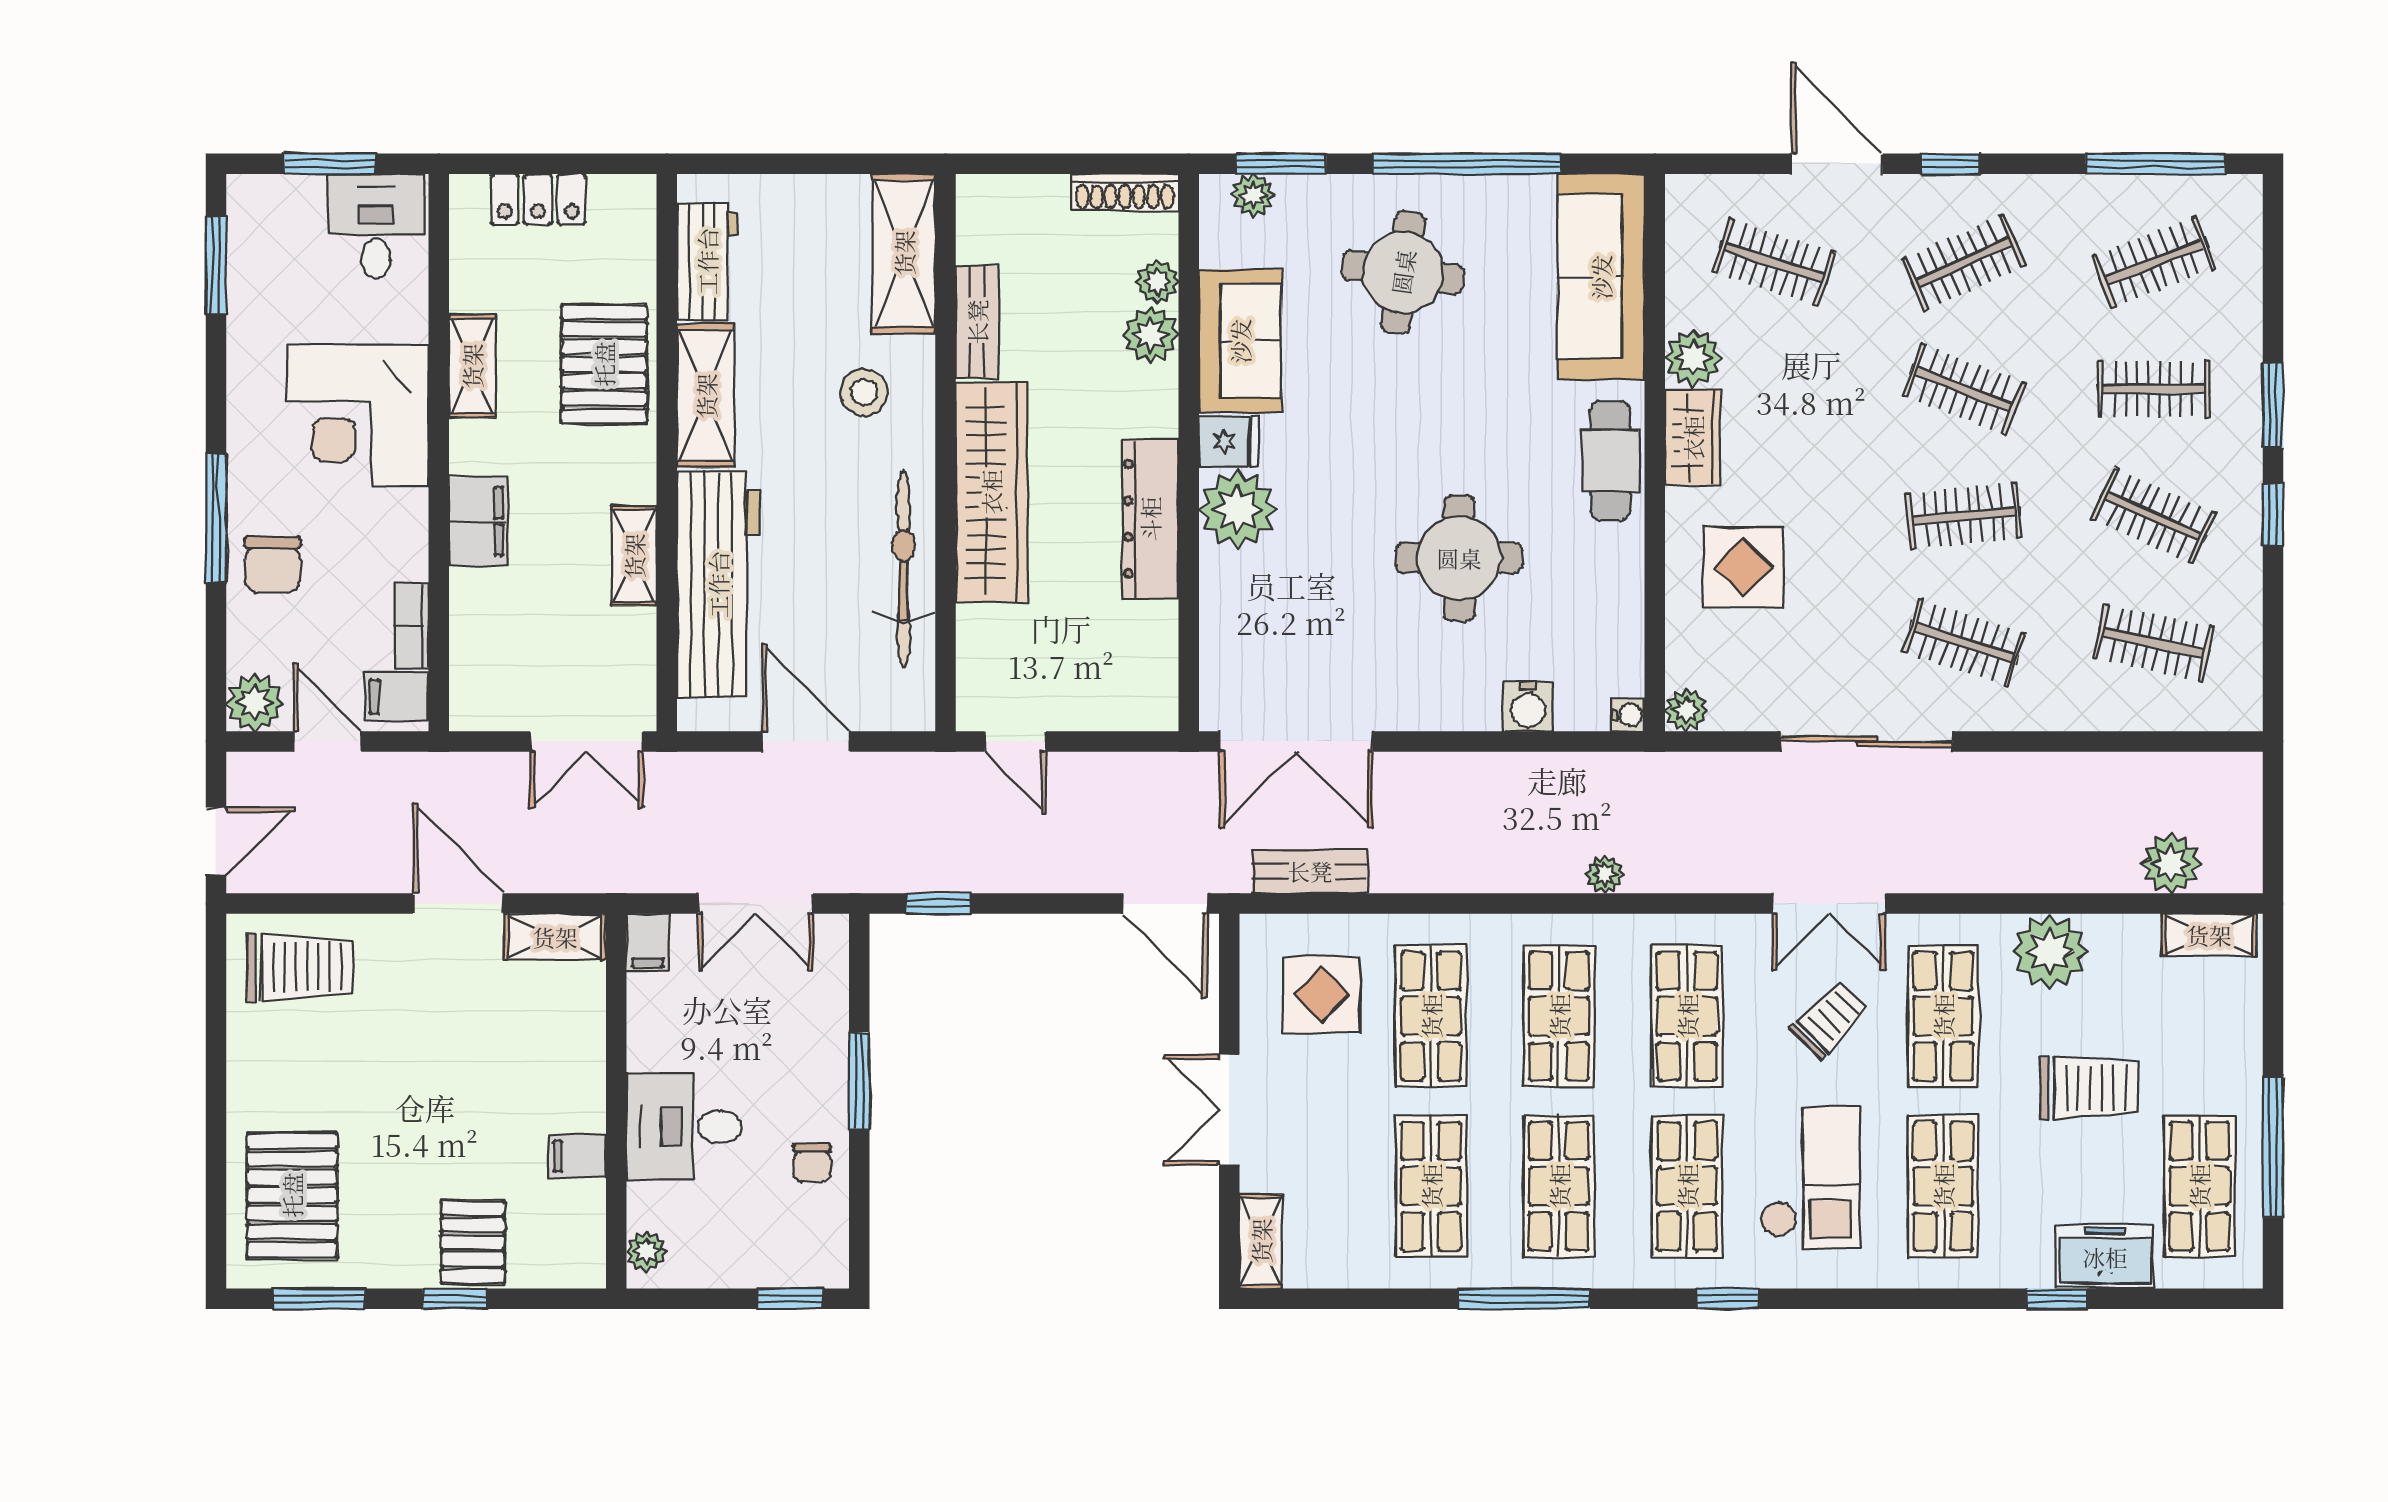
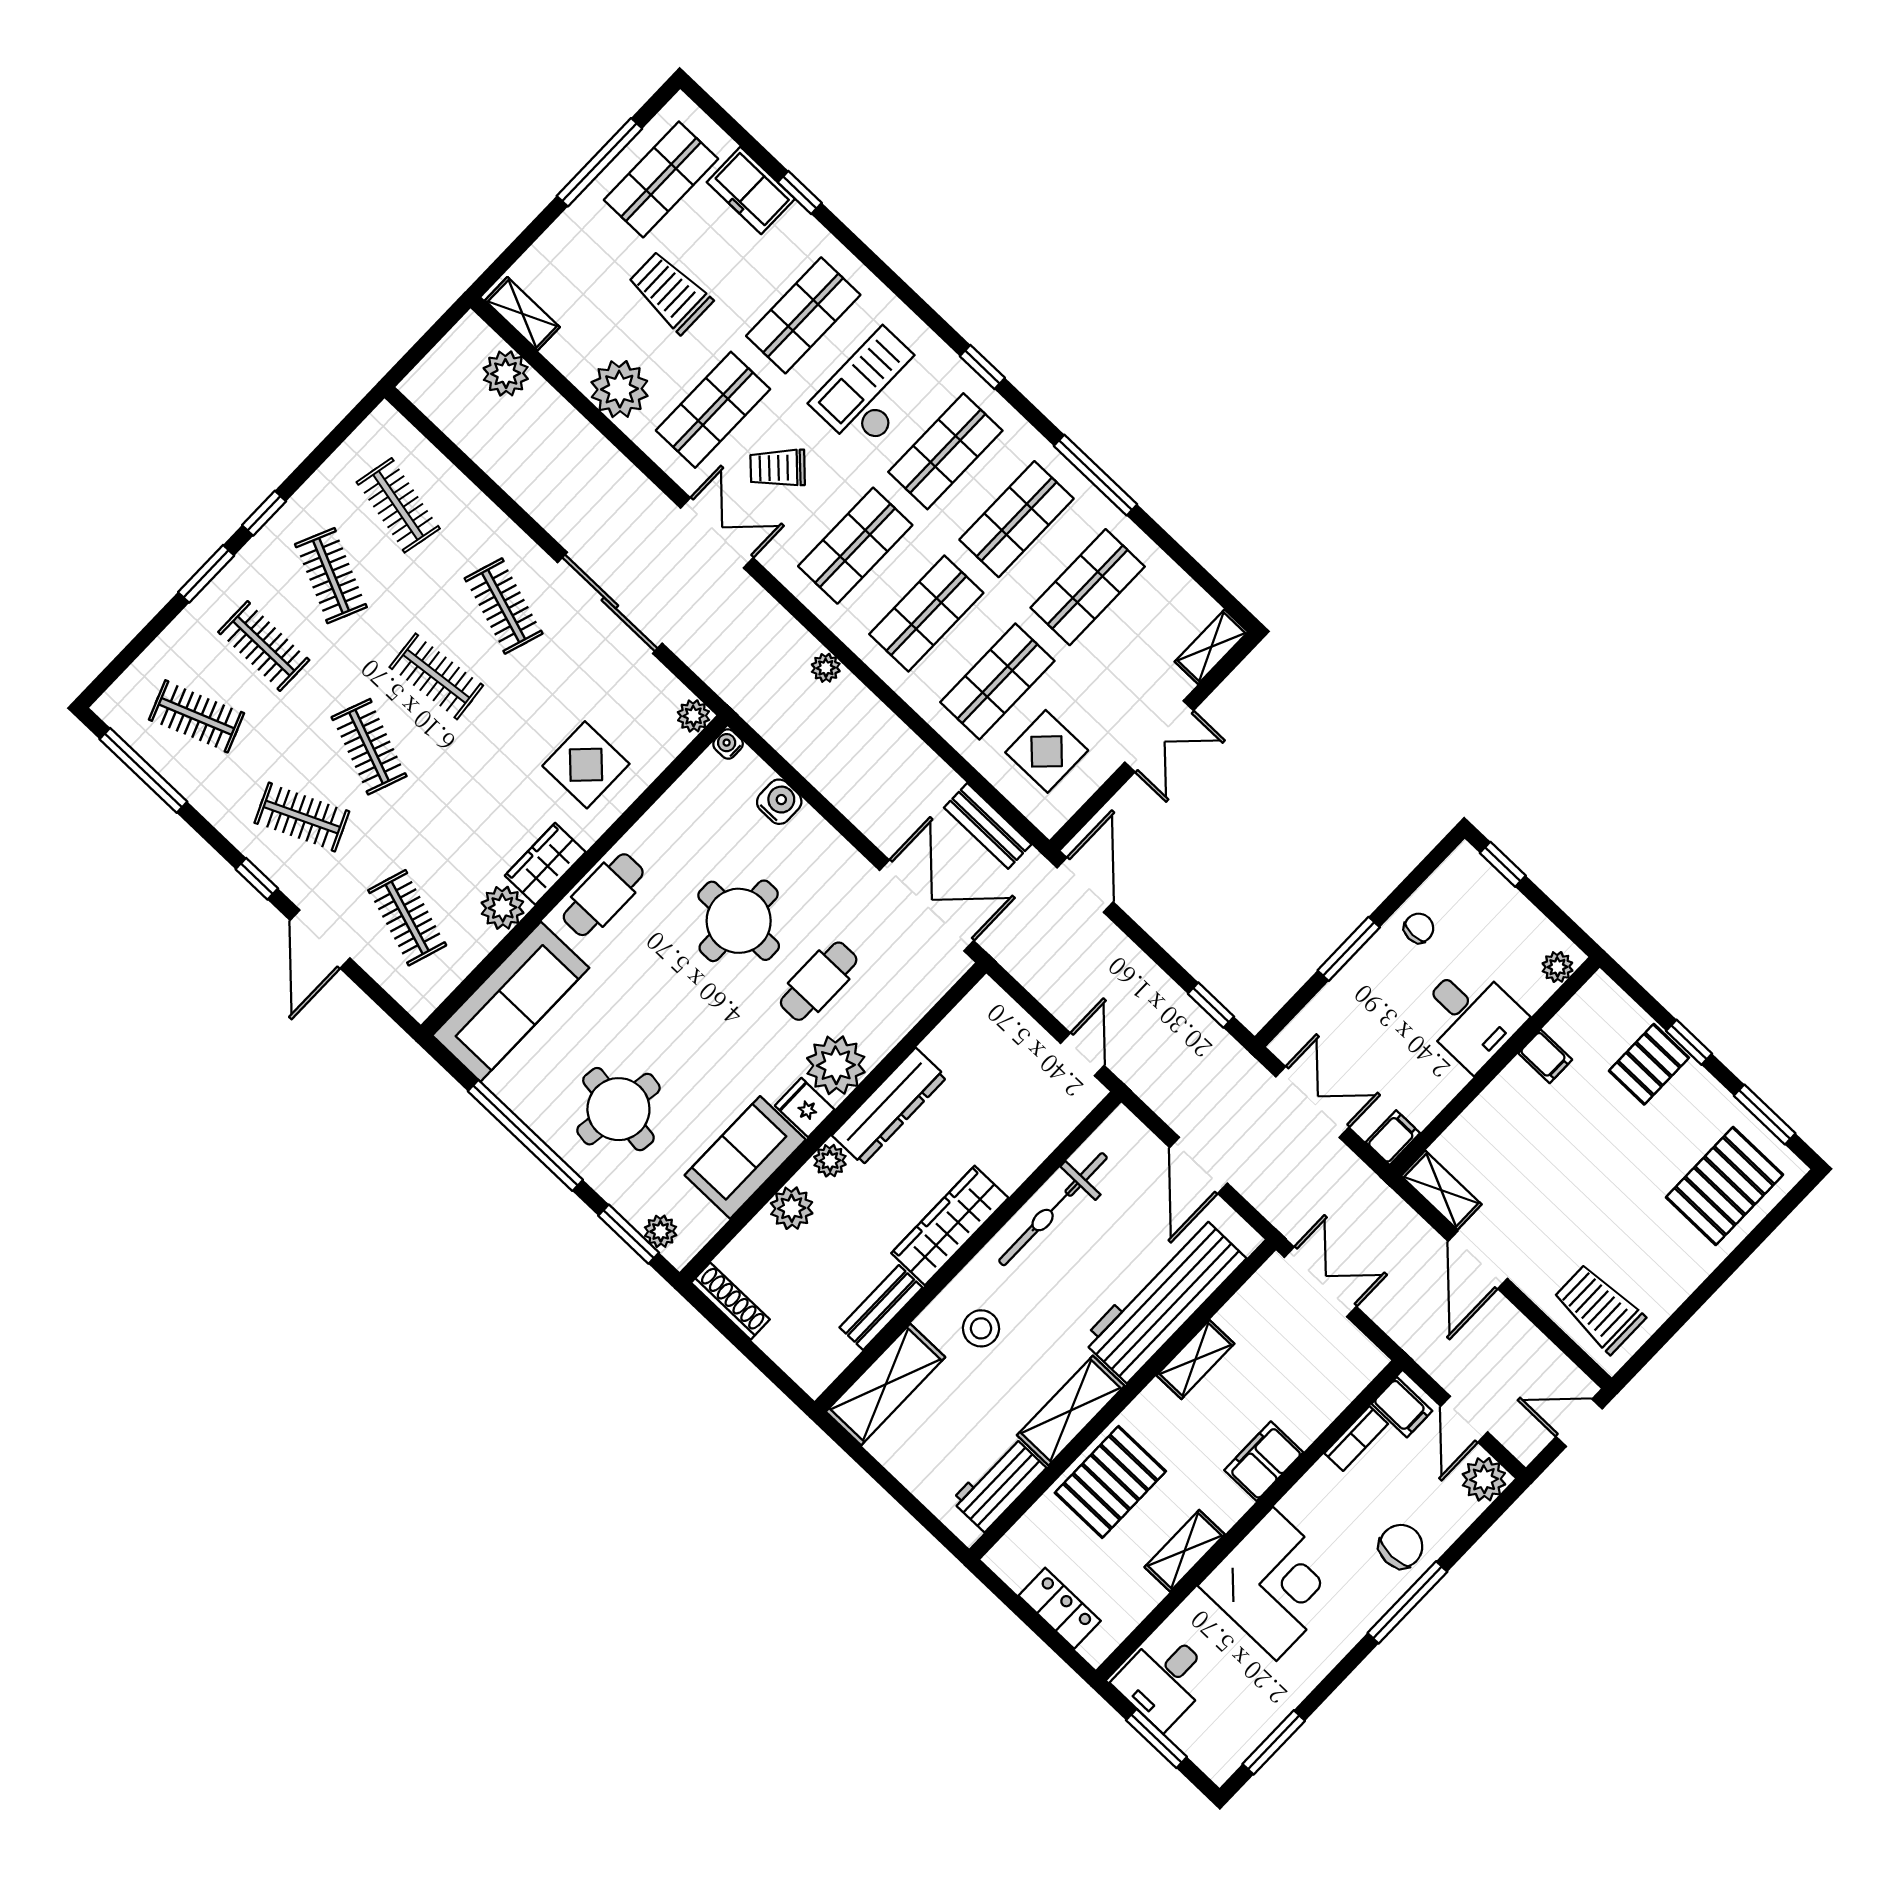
plant: (1157, 282) -> (830, 1161), moved
wardrobe: (991, 492) -> (950, 1226), width x0.71, depth x0.85
cafe table: (1329, 573) -> (819, 981), added

